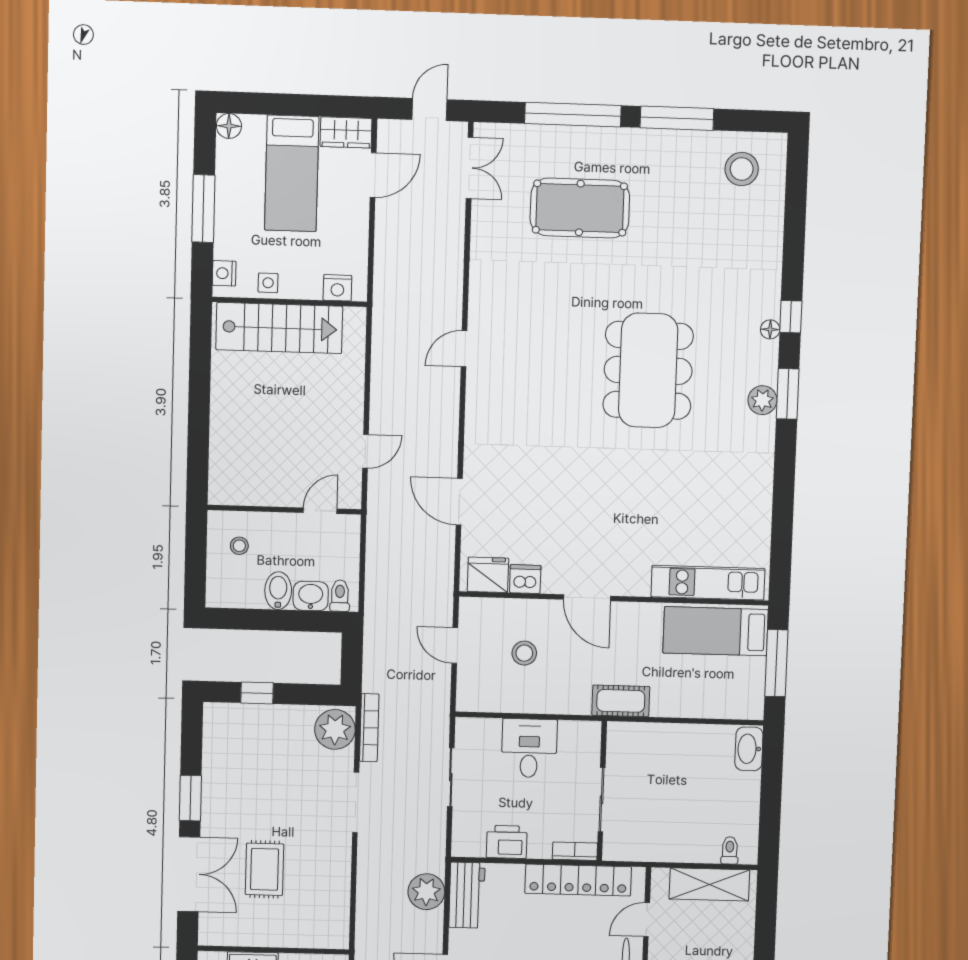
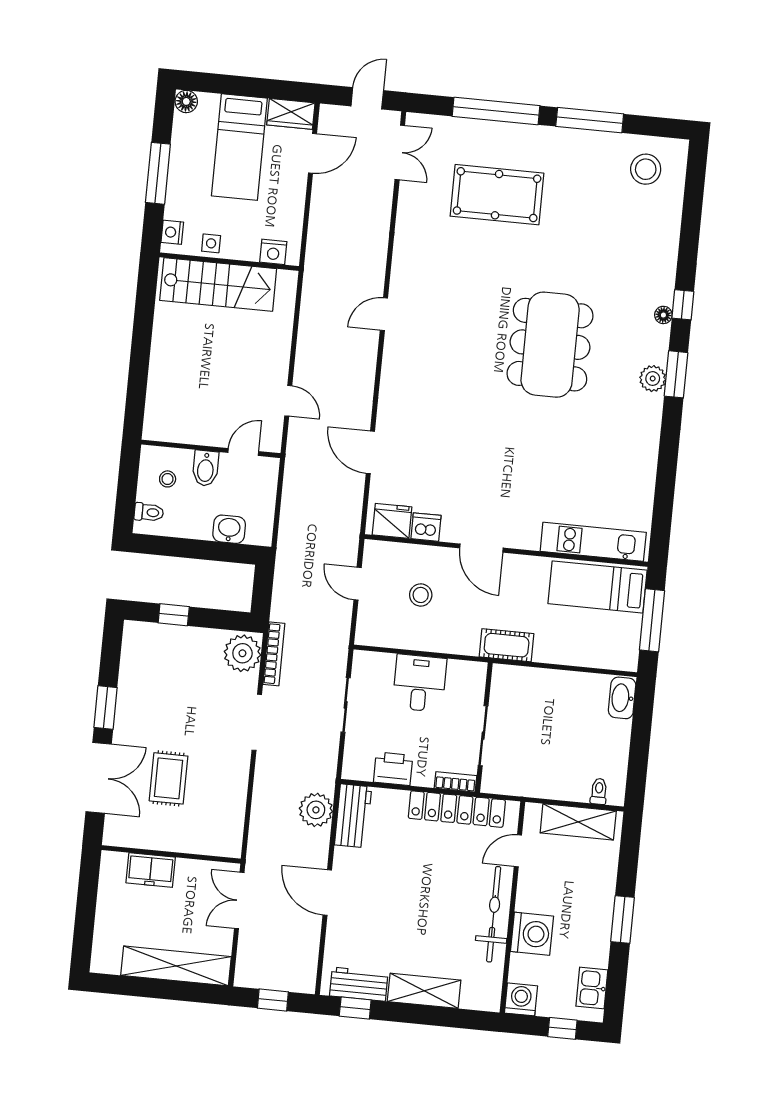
door: (365, 451) -> (288, 401), hinge flipped
bidet: (278, 591) -> (206, 468), moved, turned 180
toilet: (340, 596) -> (149, 512), moved, turned 90

